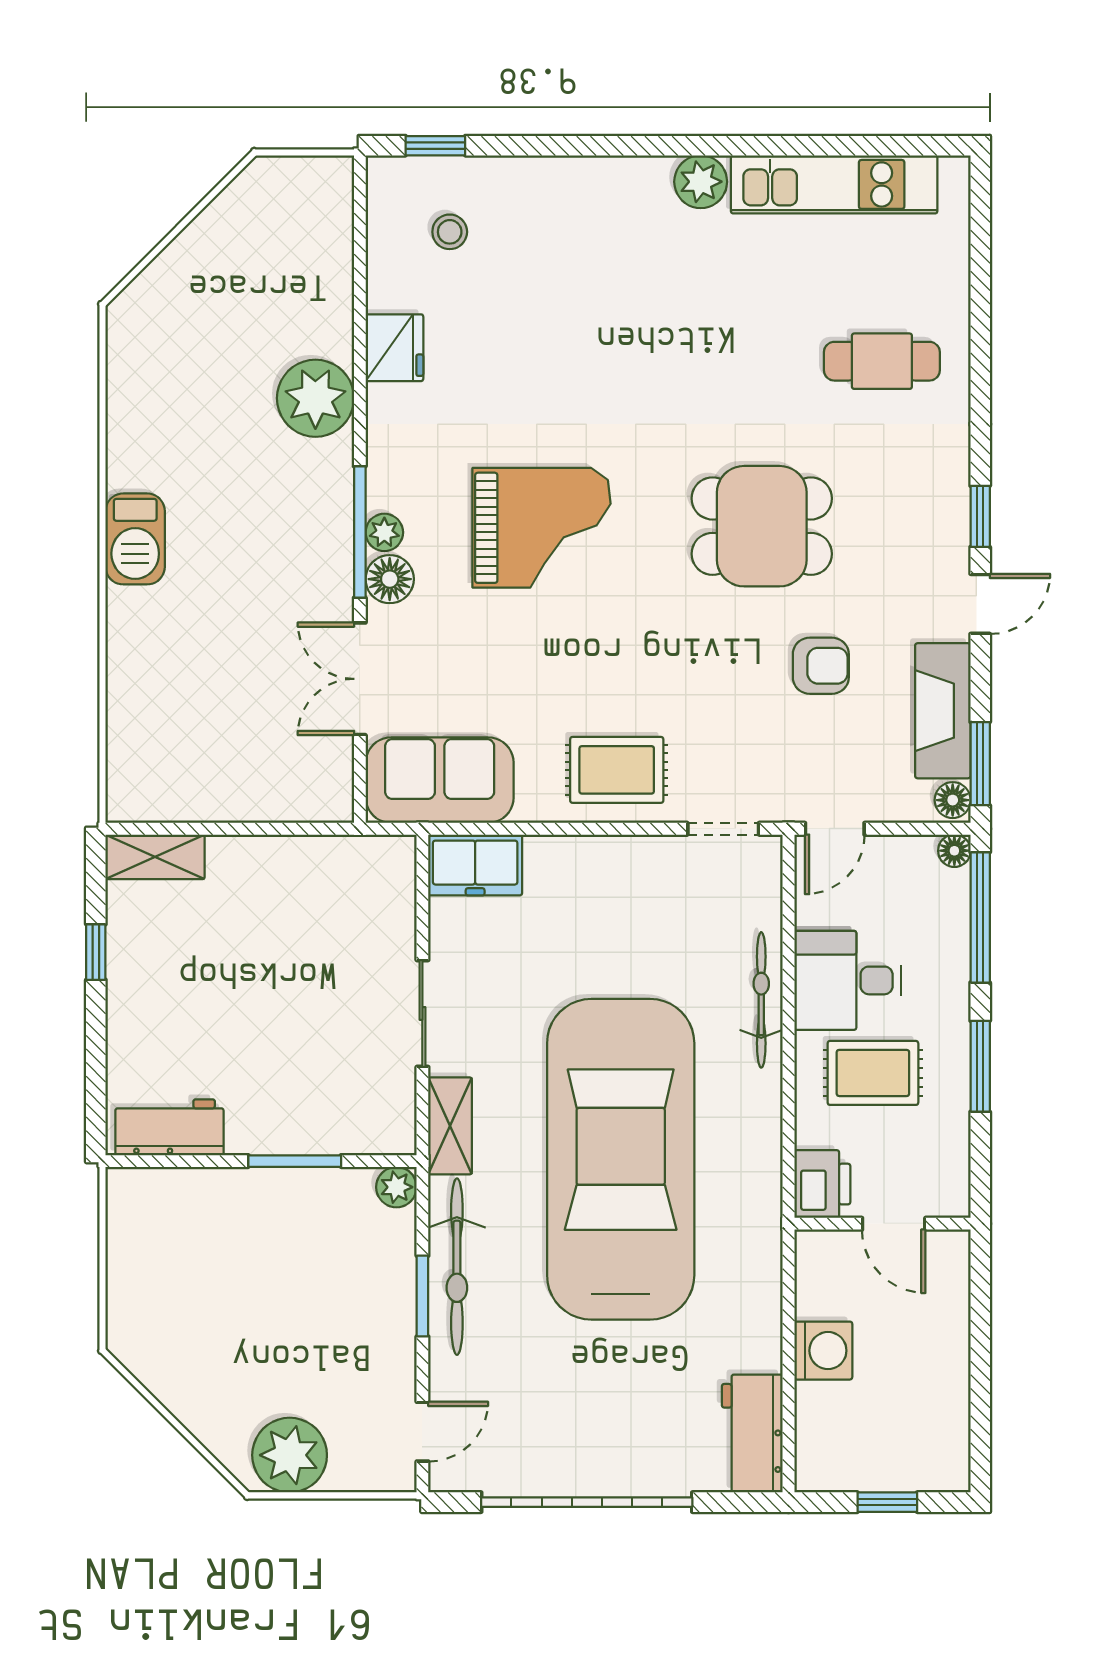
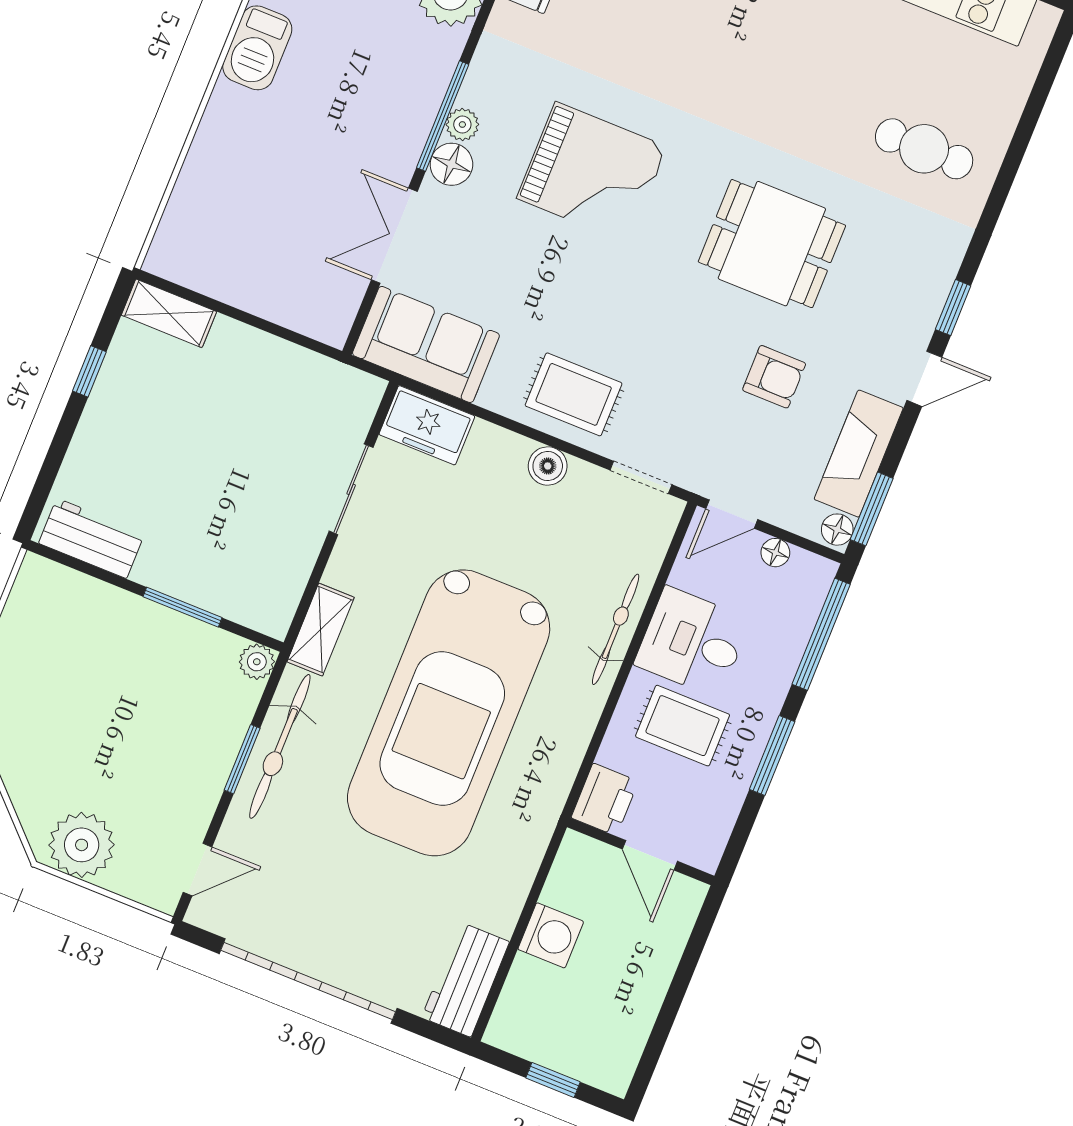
floor lamp: (954, 851) -> (775, 553), moved
boiler: (620, 856) -> (548, 466), added
sliding door: (422, 1013) -> (351, 489), moved
car: (621, 1159) -> (449, 713), turned 180

